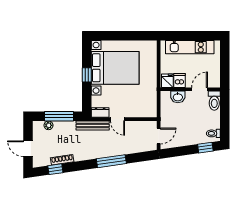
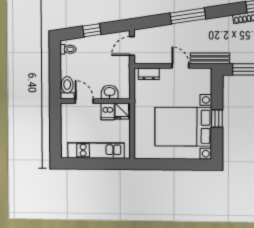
door: (200, 89) -> (84, 101), swing flipped
dresser: (100, 113) -> (149, 74), moved
window: (205, 148) -> (92, 30), moved

